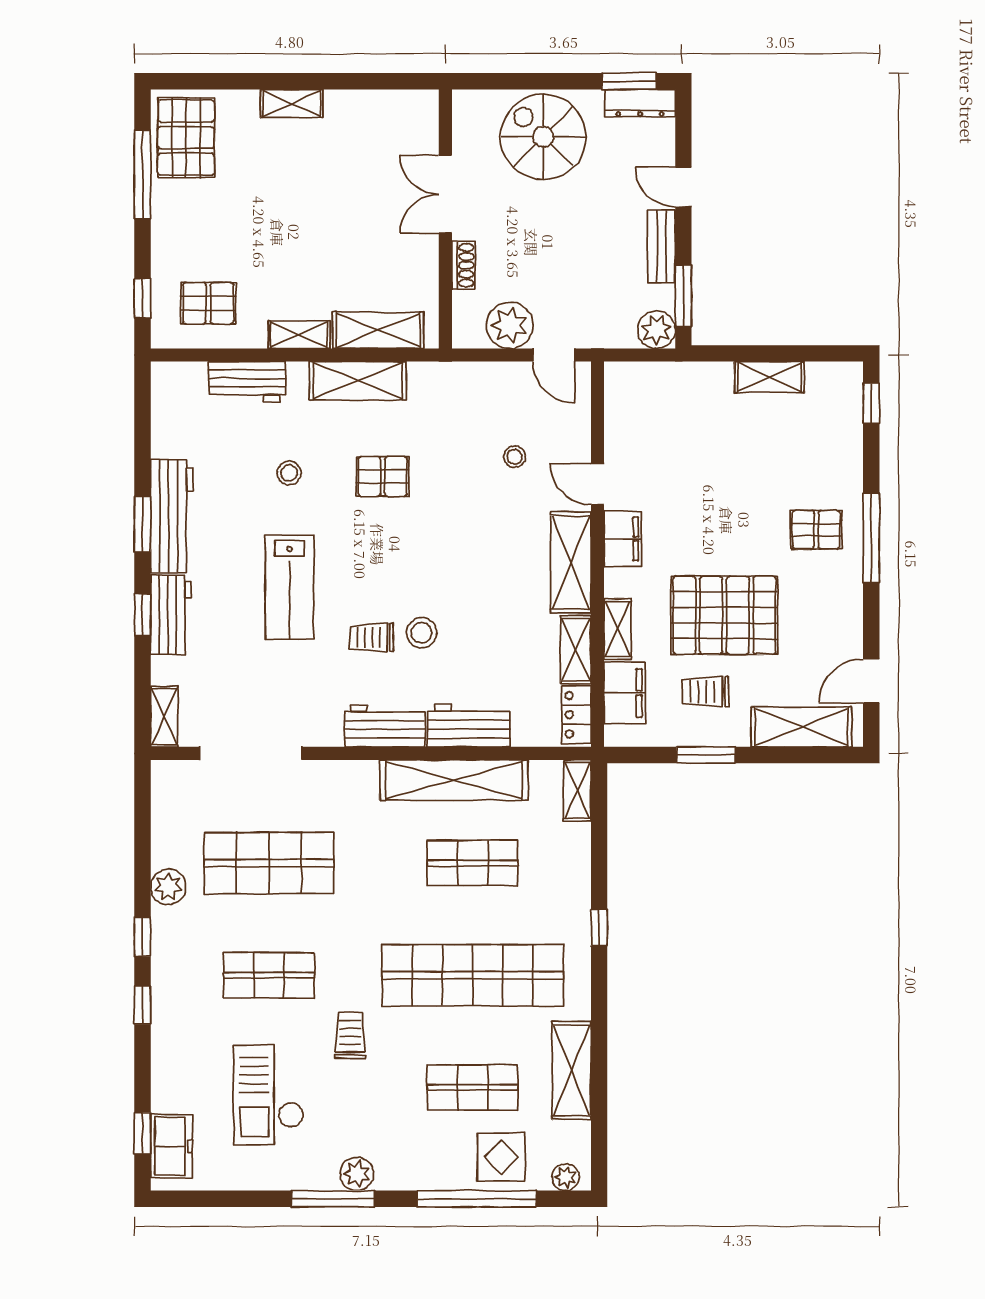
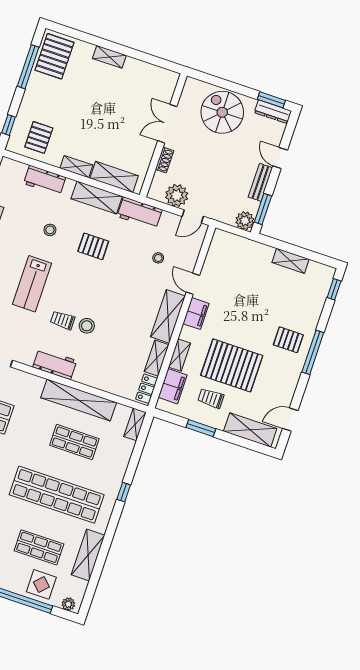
pallet: (208, 303) -> (39, 137), turned 90
door: (554, 355) -> (193, 216), hinge flipped
workbench: (469, 726) -> (140, 213), moved, turned 180

